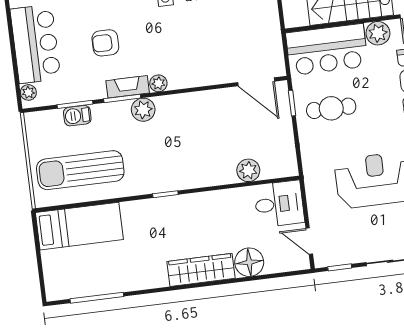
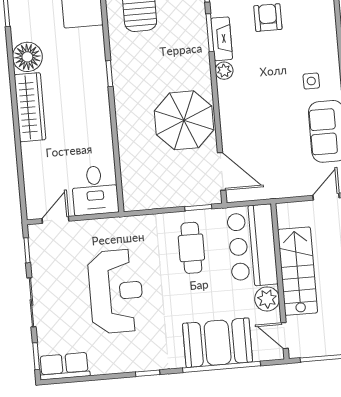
door: (256, 82) -> (222, 171), swing flipped
plant: (143, 110) -> (197, 54), removed
parasol: (208, 120) -> (184, 120), added
plant: (248, 170) -> (131, 160), removed
floor lamp: (249, 262) -> (27, 57), moved

